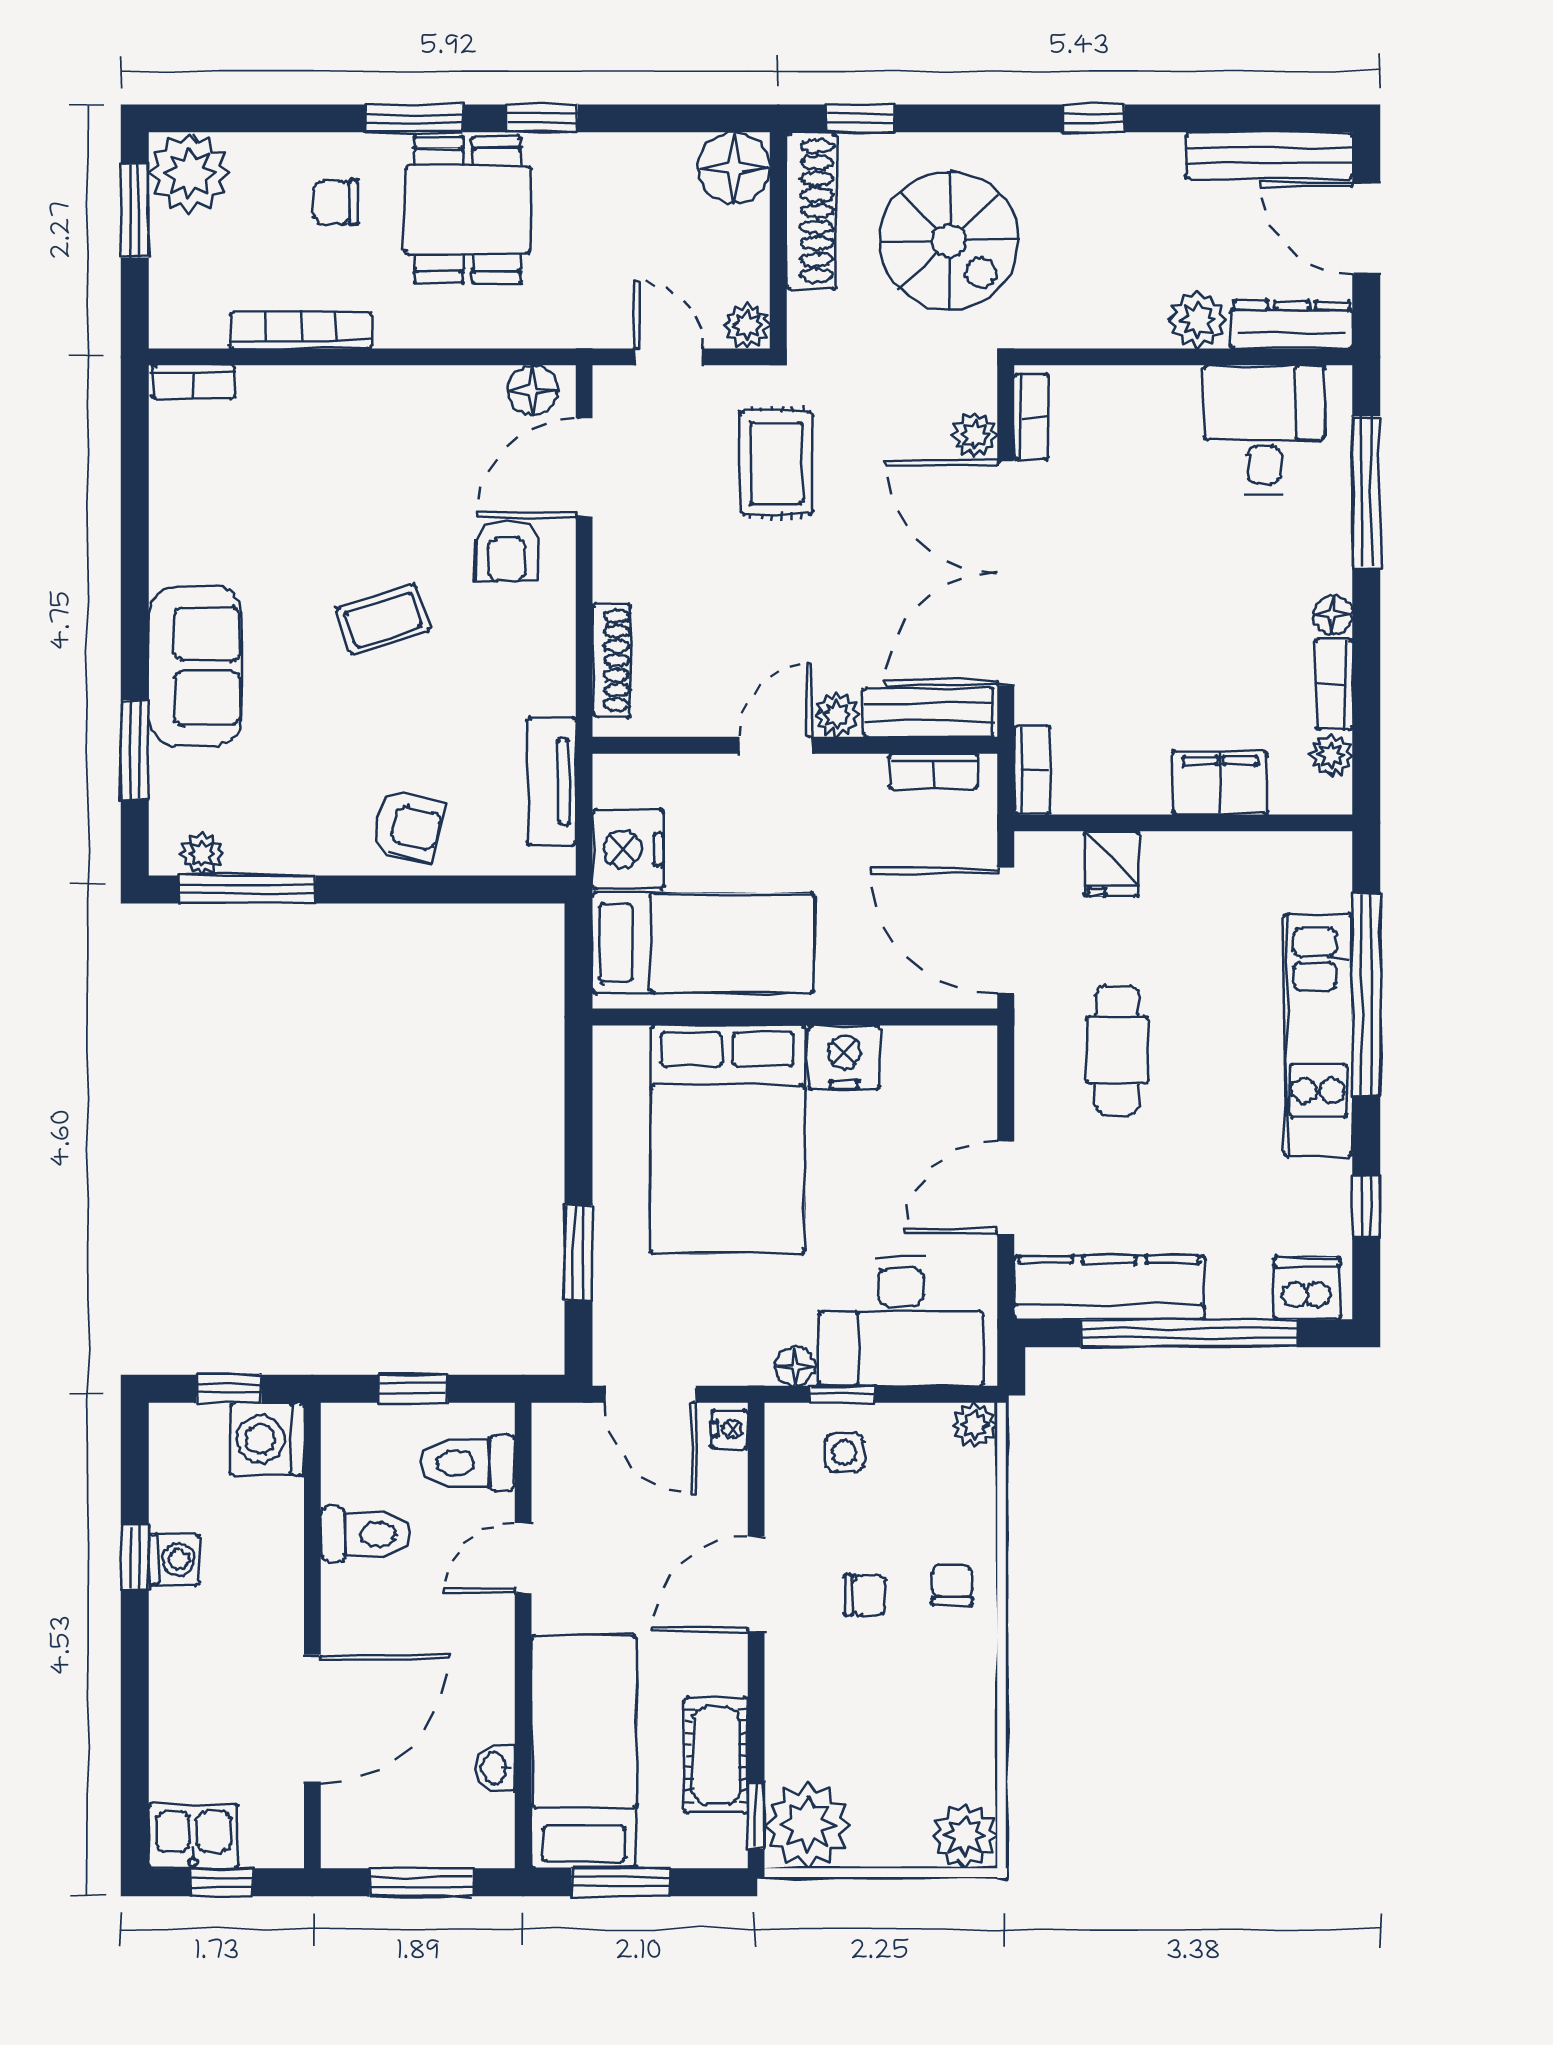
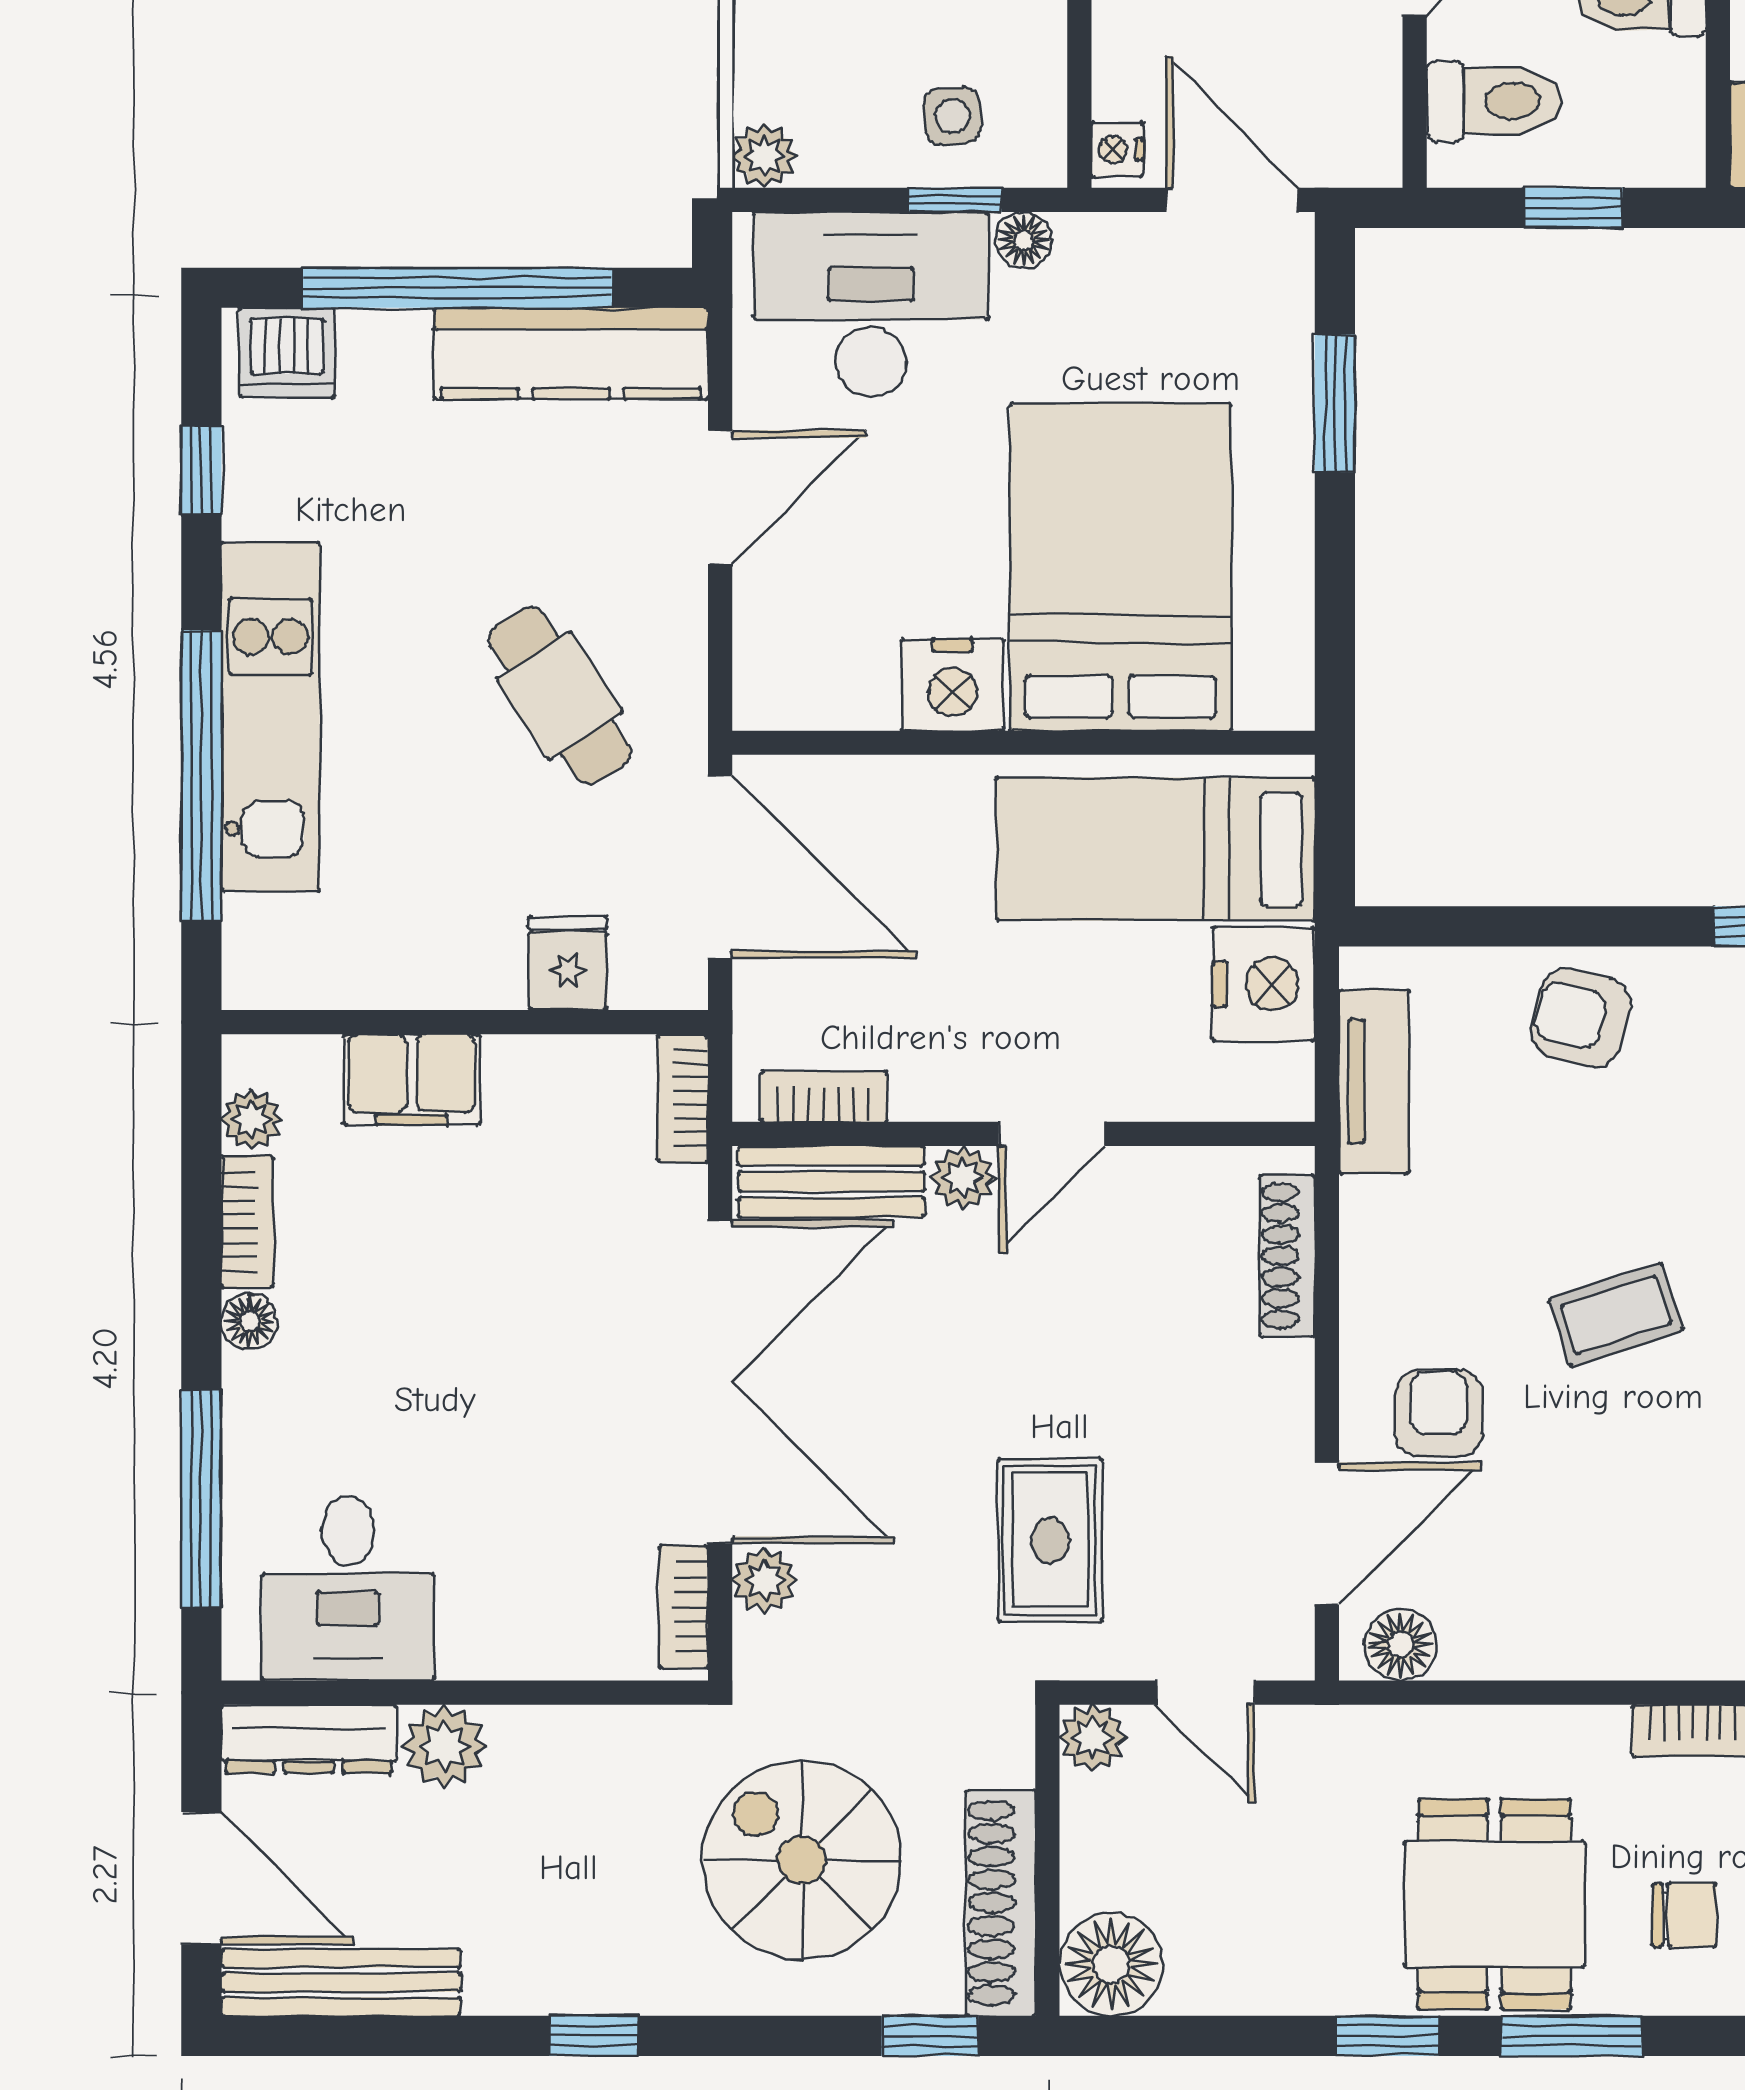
cafe table: (1117, 1050) -> (560, 695), turned -33

